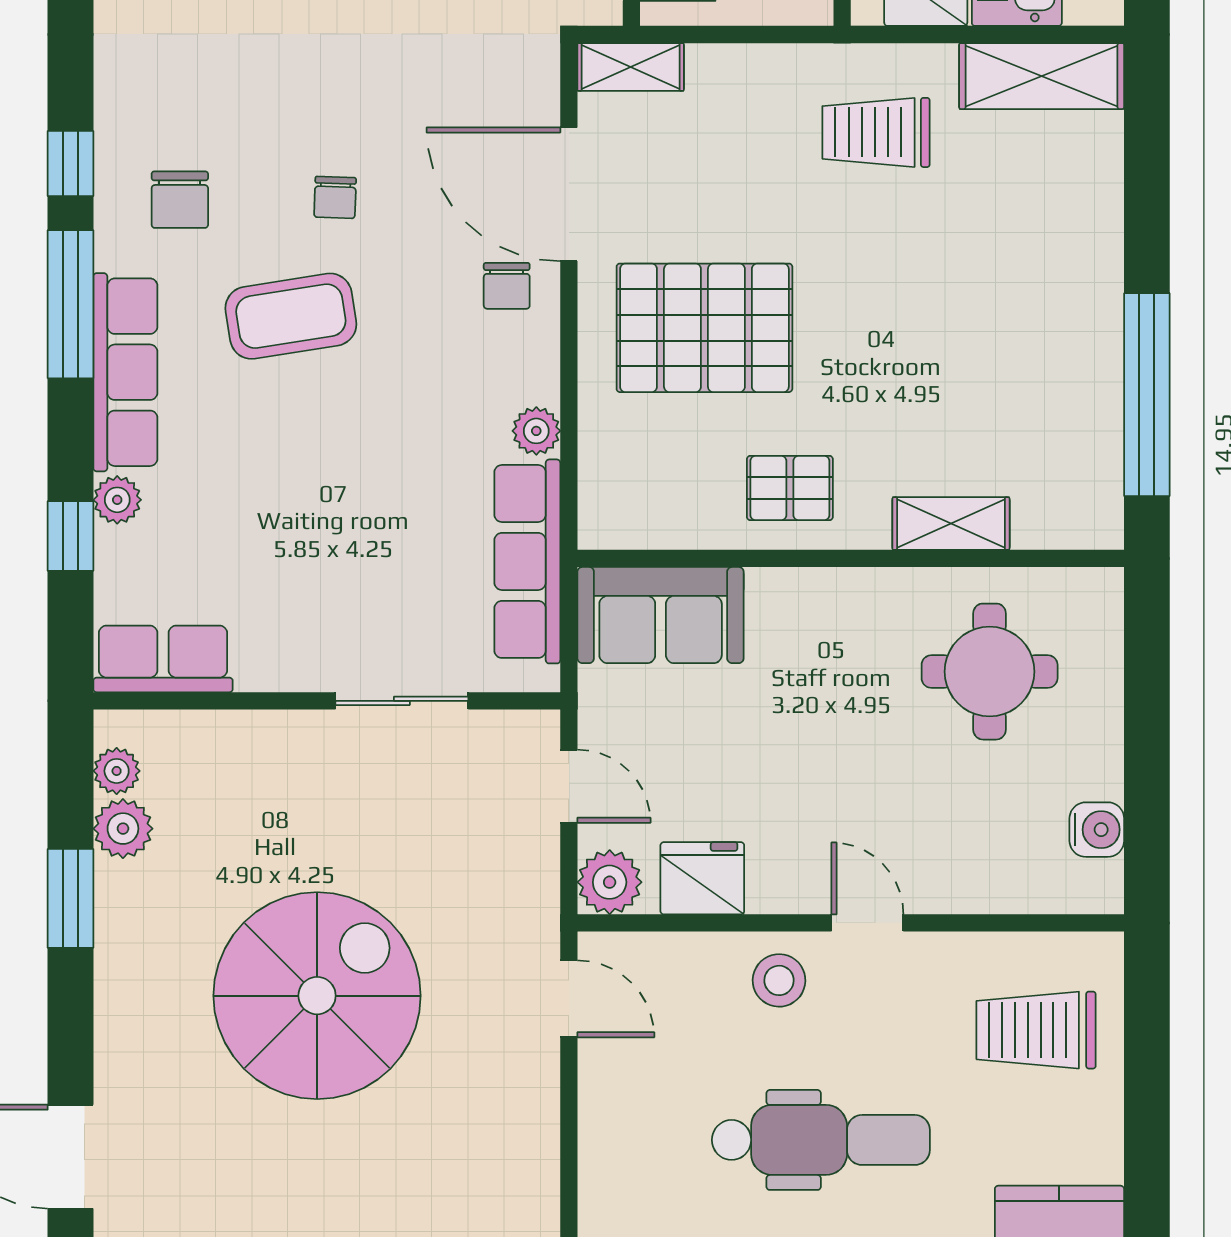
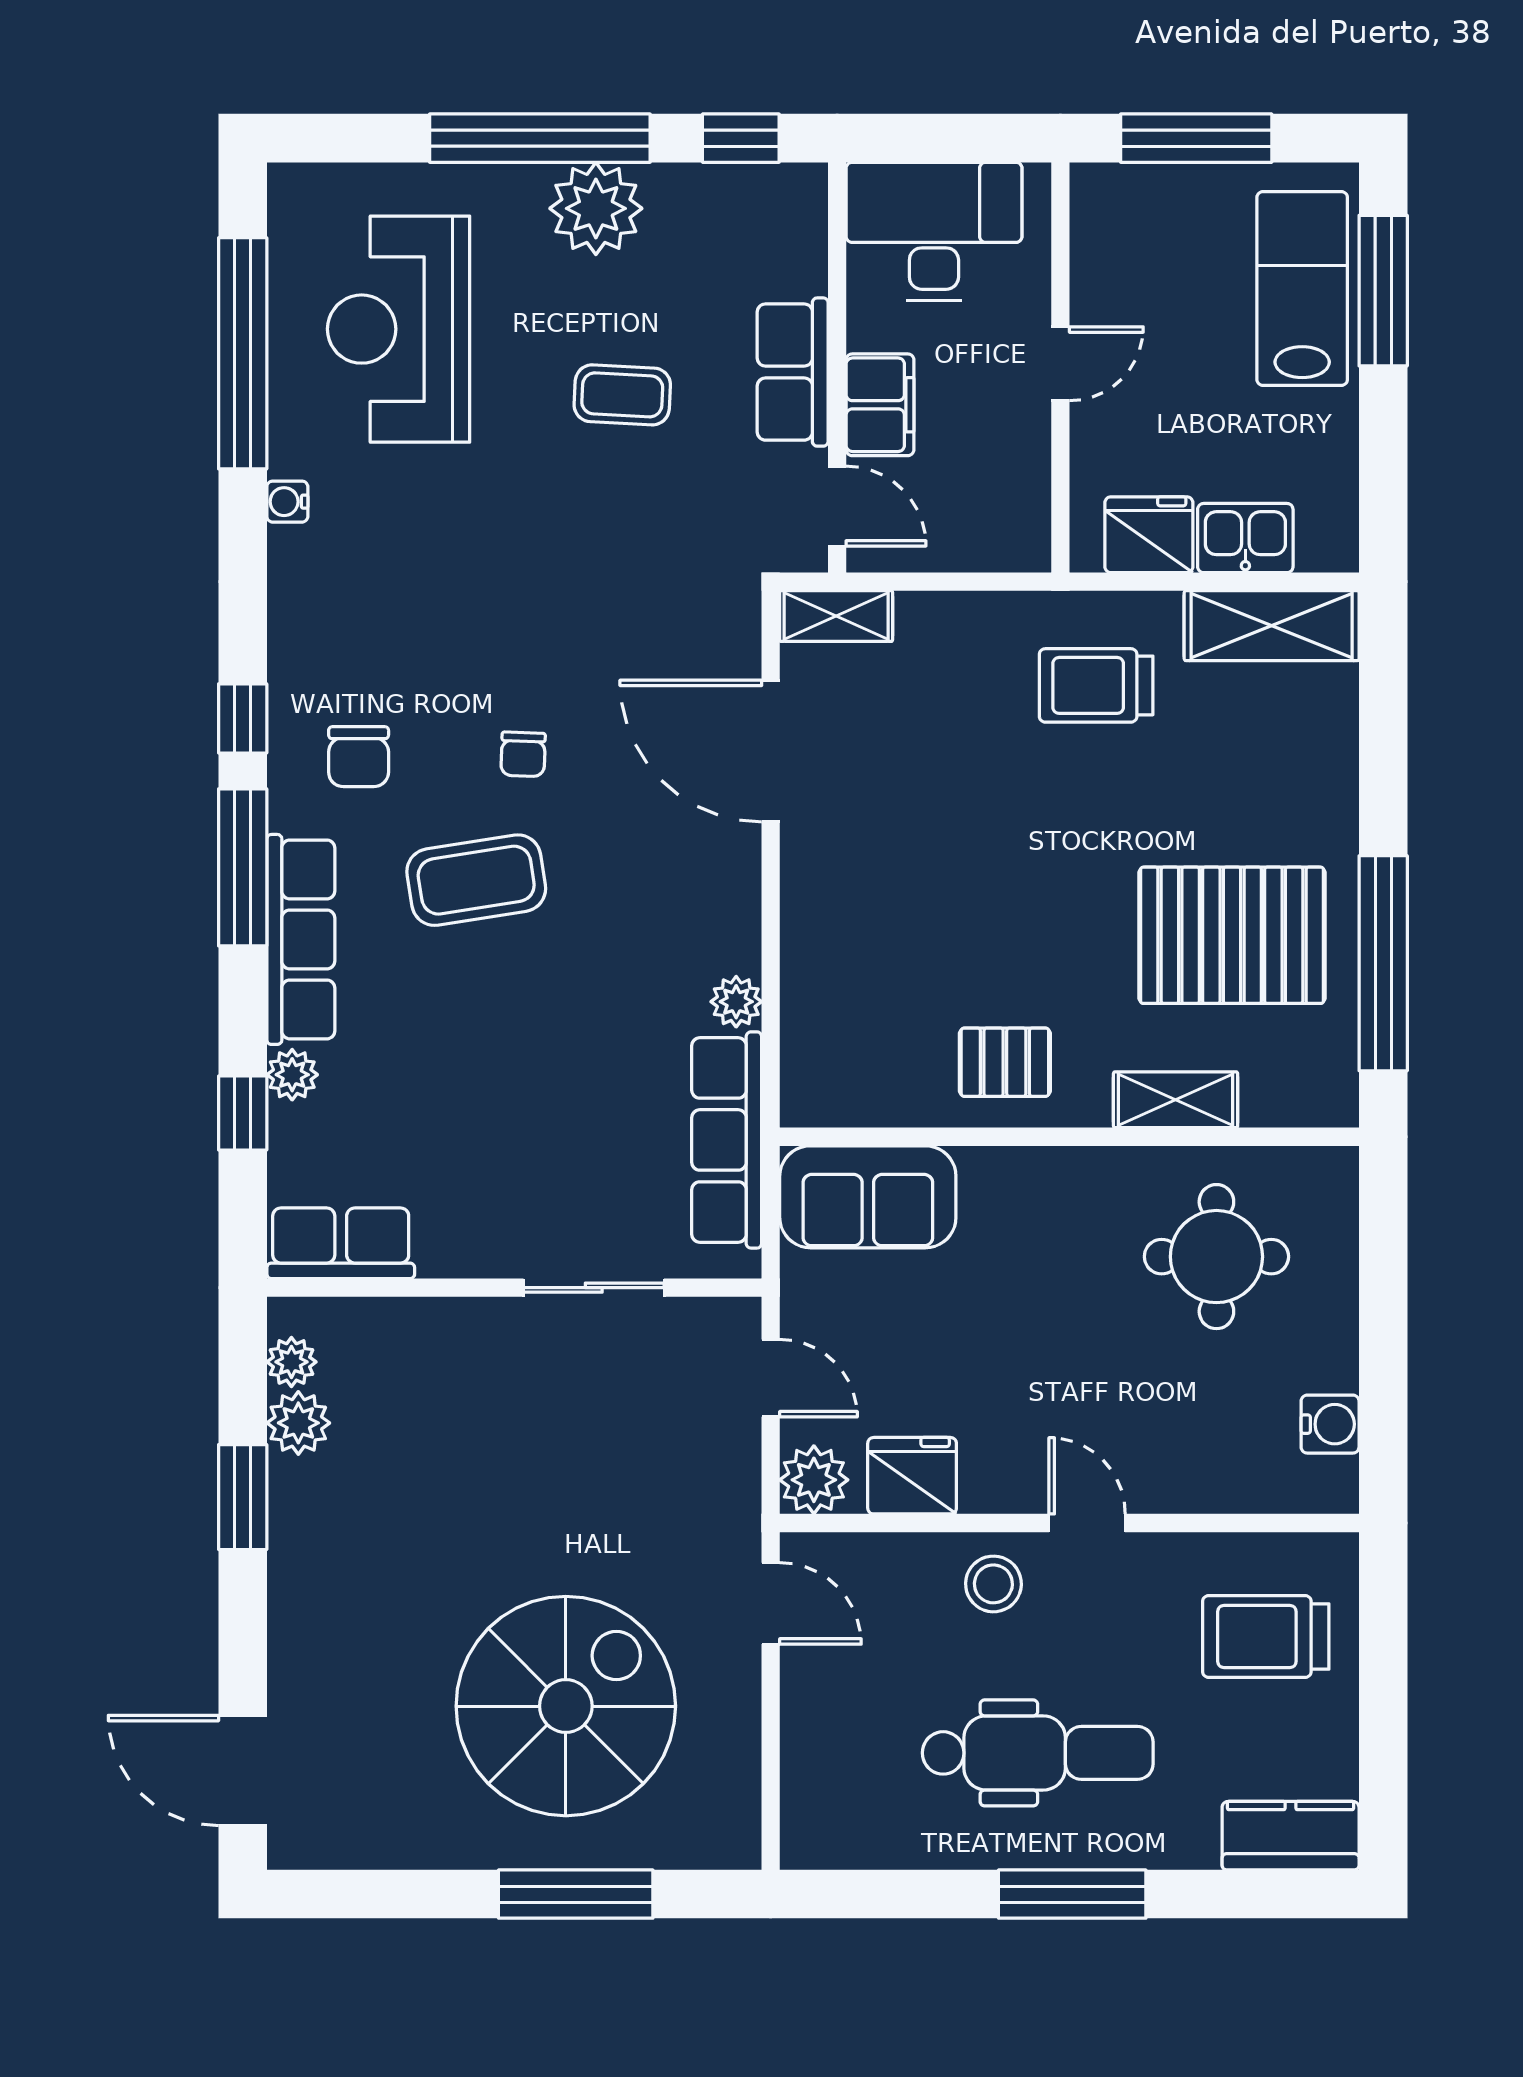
chair: (507, 286) -> (705, 848), removed
pallet: (704, 328) -> (1232, 935), moved
spiral stairs: (317, 996) -> (566, 1706), moved

